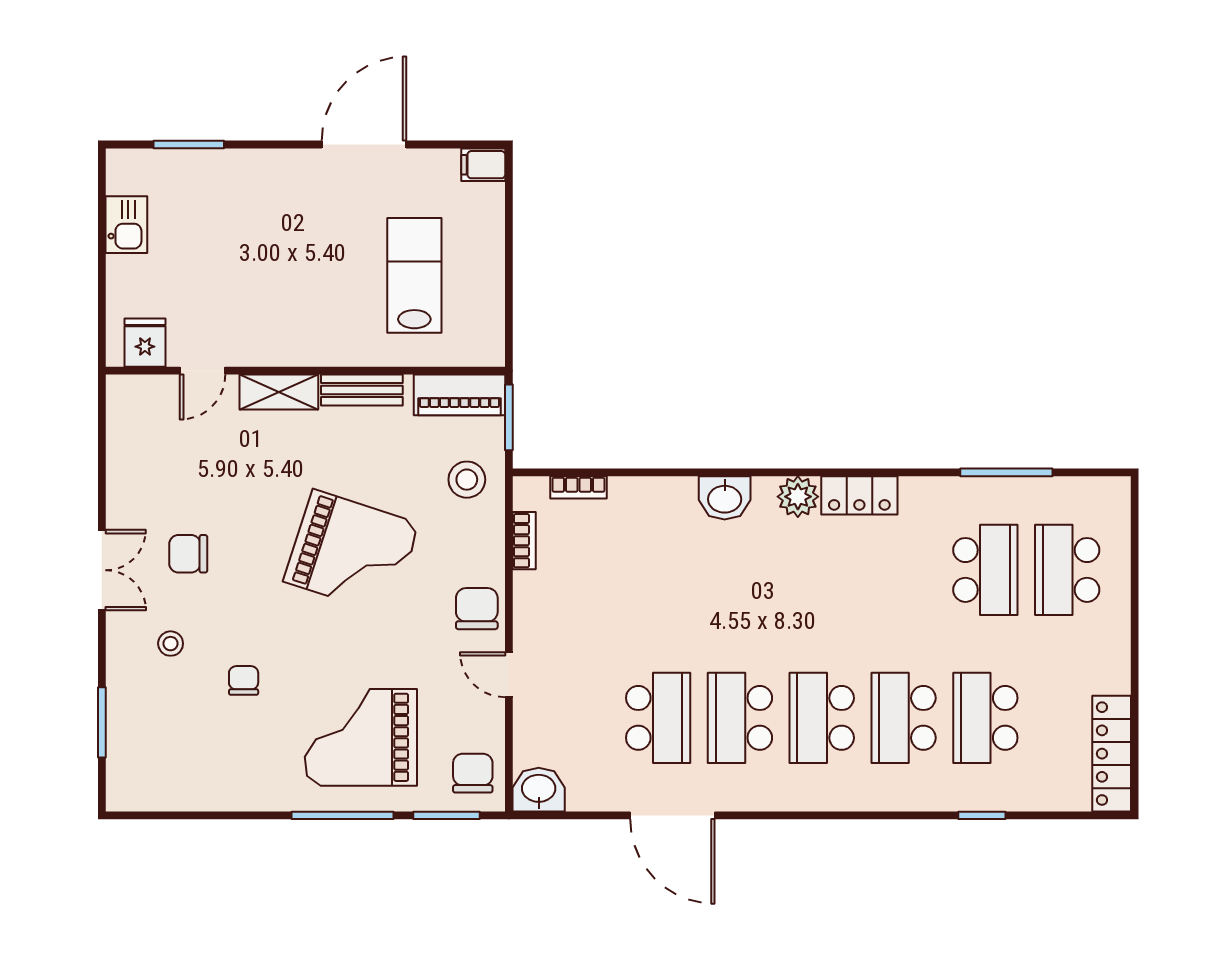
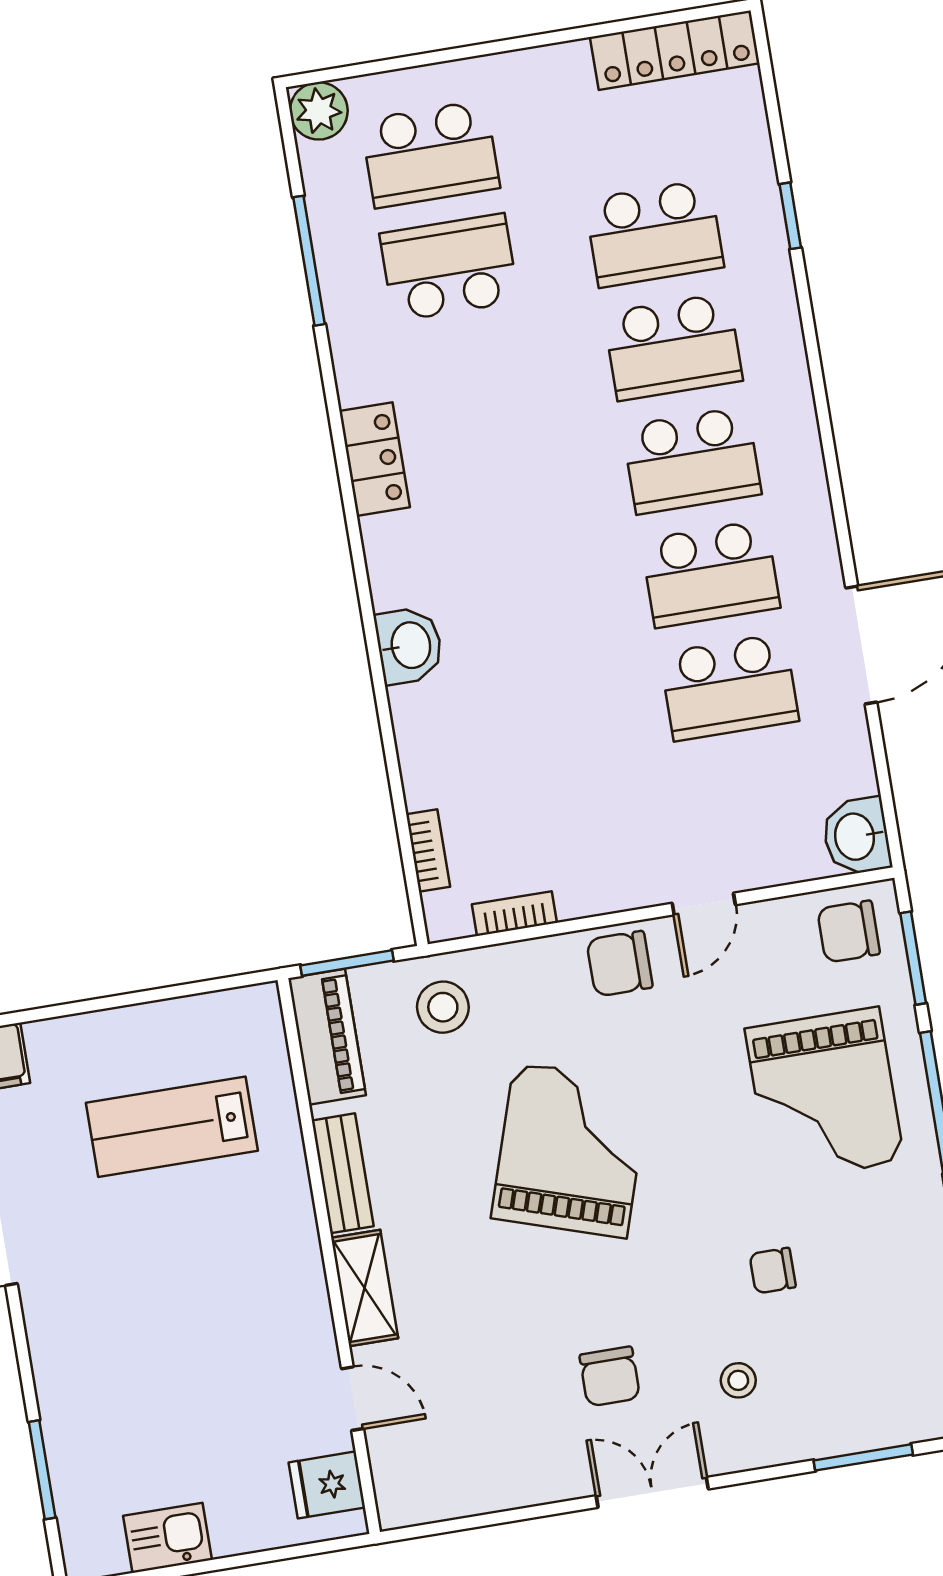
plant: (798, 497) -> (319, 111), moved
school desk: (658, 718) -> (729, 687), turned 180

